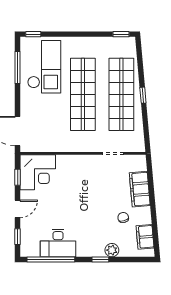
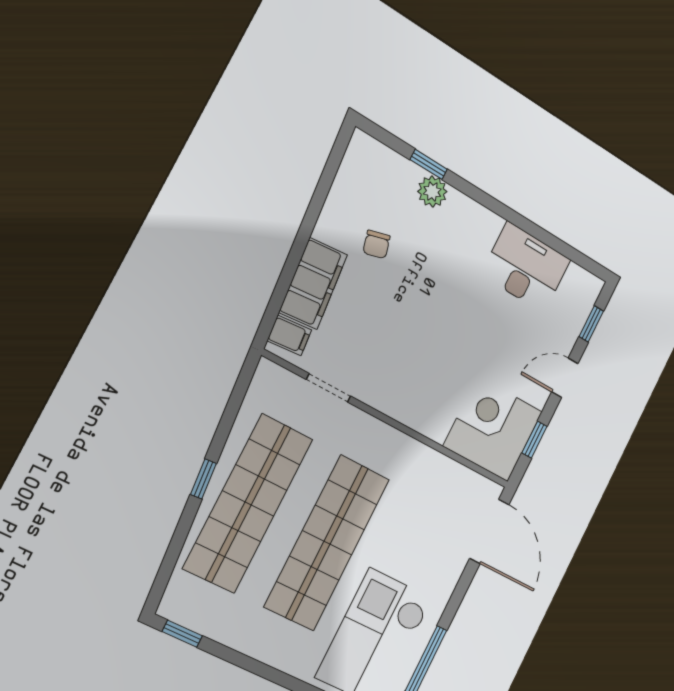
filing cabinet: (145, 237) -> (289, 335), moved, width x0.50
window: (51, 260) -> (555, 243), removed
window: (100, 260) -> (429, 164), moved

